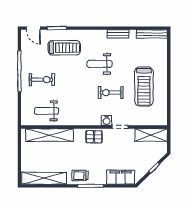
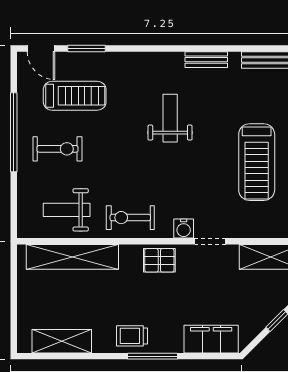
treadmill: (64, 48) -> (75, 96), moved
weight bench: (100, 64) -> (170, 118), turned 90
exercise bike: (111, 93) -> (130, 218), moved
shelving: (44, 178) -> (62, 341), width x0.68

